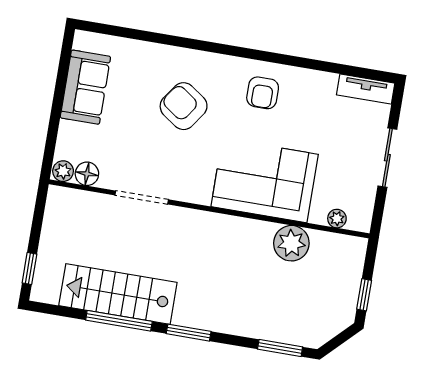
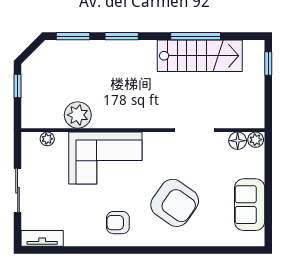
armchair: (263, 93) -> (118, 223), turned -90
armchair: (184, 106) -> (175, 203), width x1.36, depth x1.36
window: (189, 333) -> (122, 36), moved

